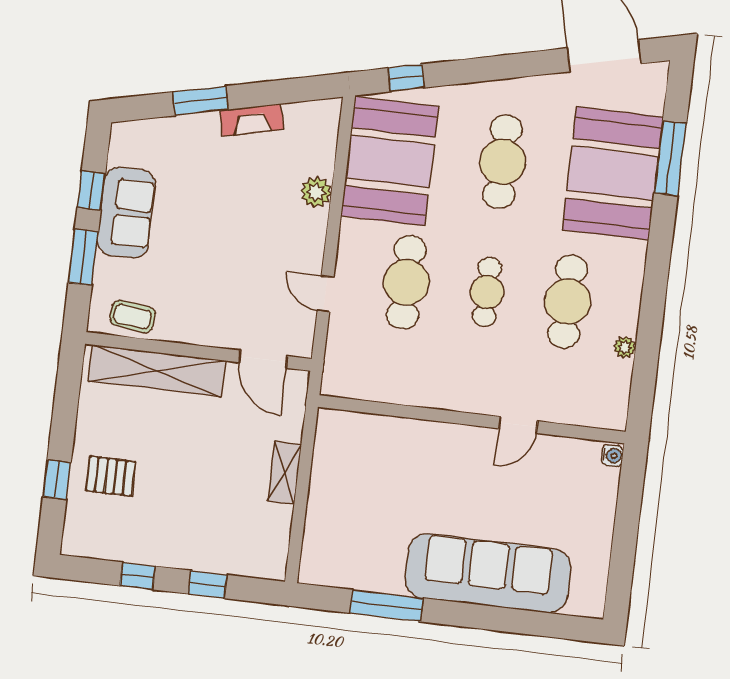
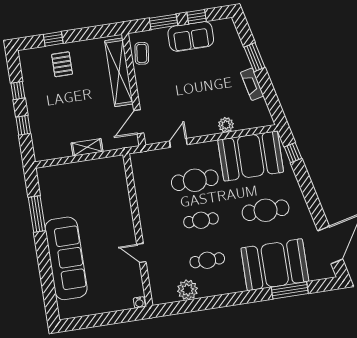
cafe table: (568, 302) -> (207, 260), width x0.73, depth x0.74
plant: (625, 347) -> (187, 290), width x1.87, depth x1.87

